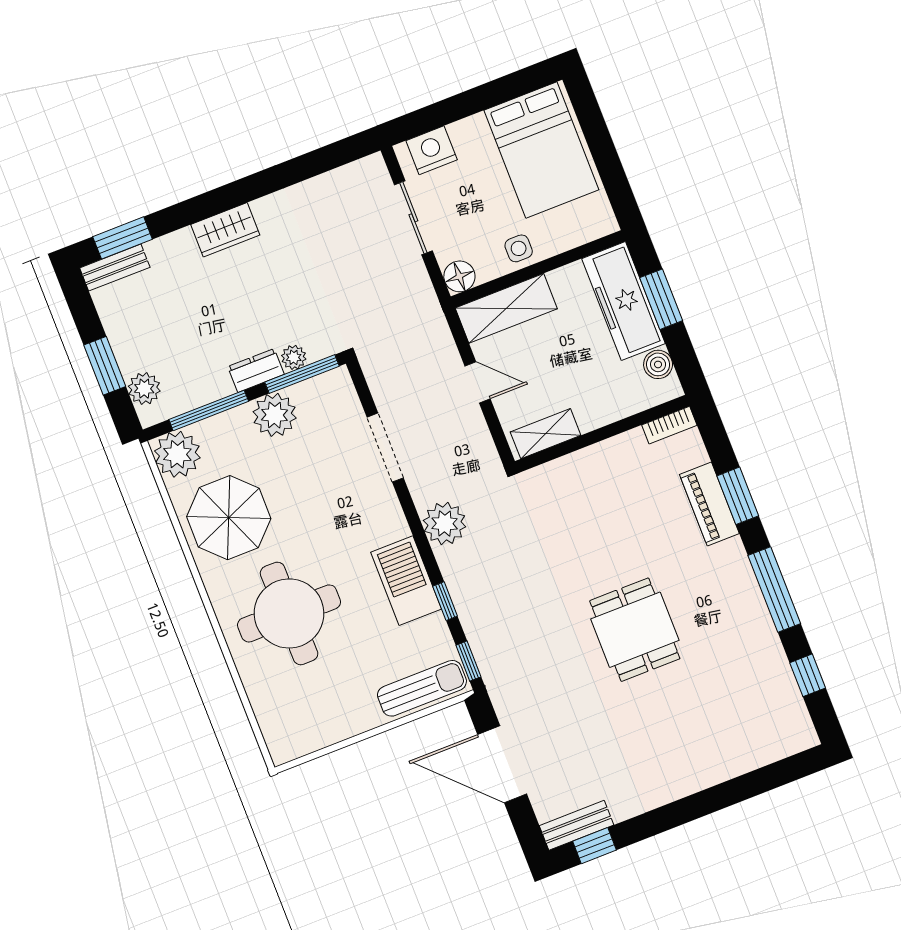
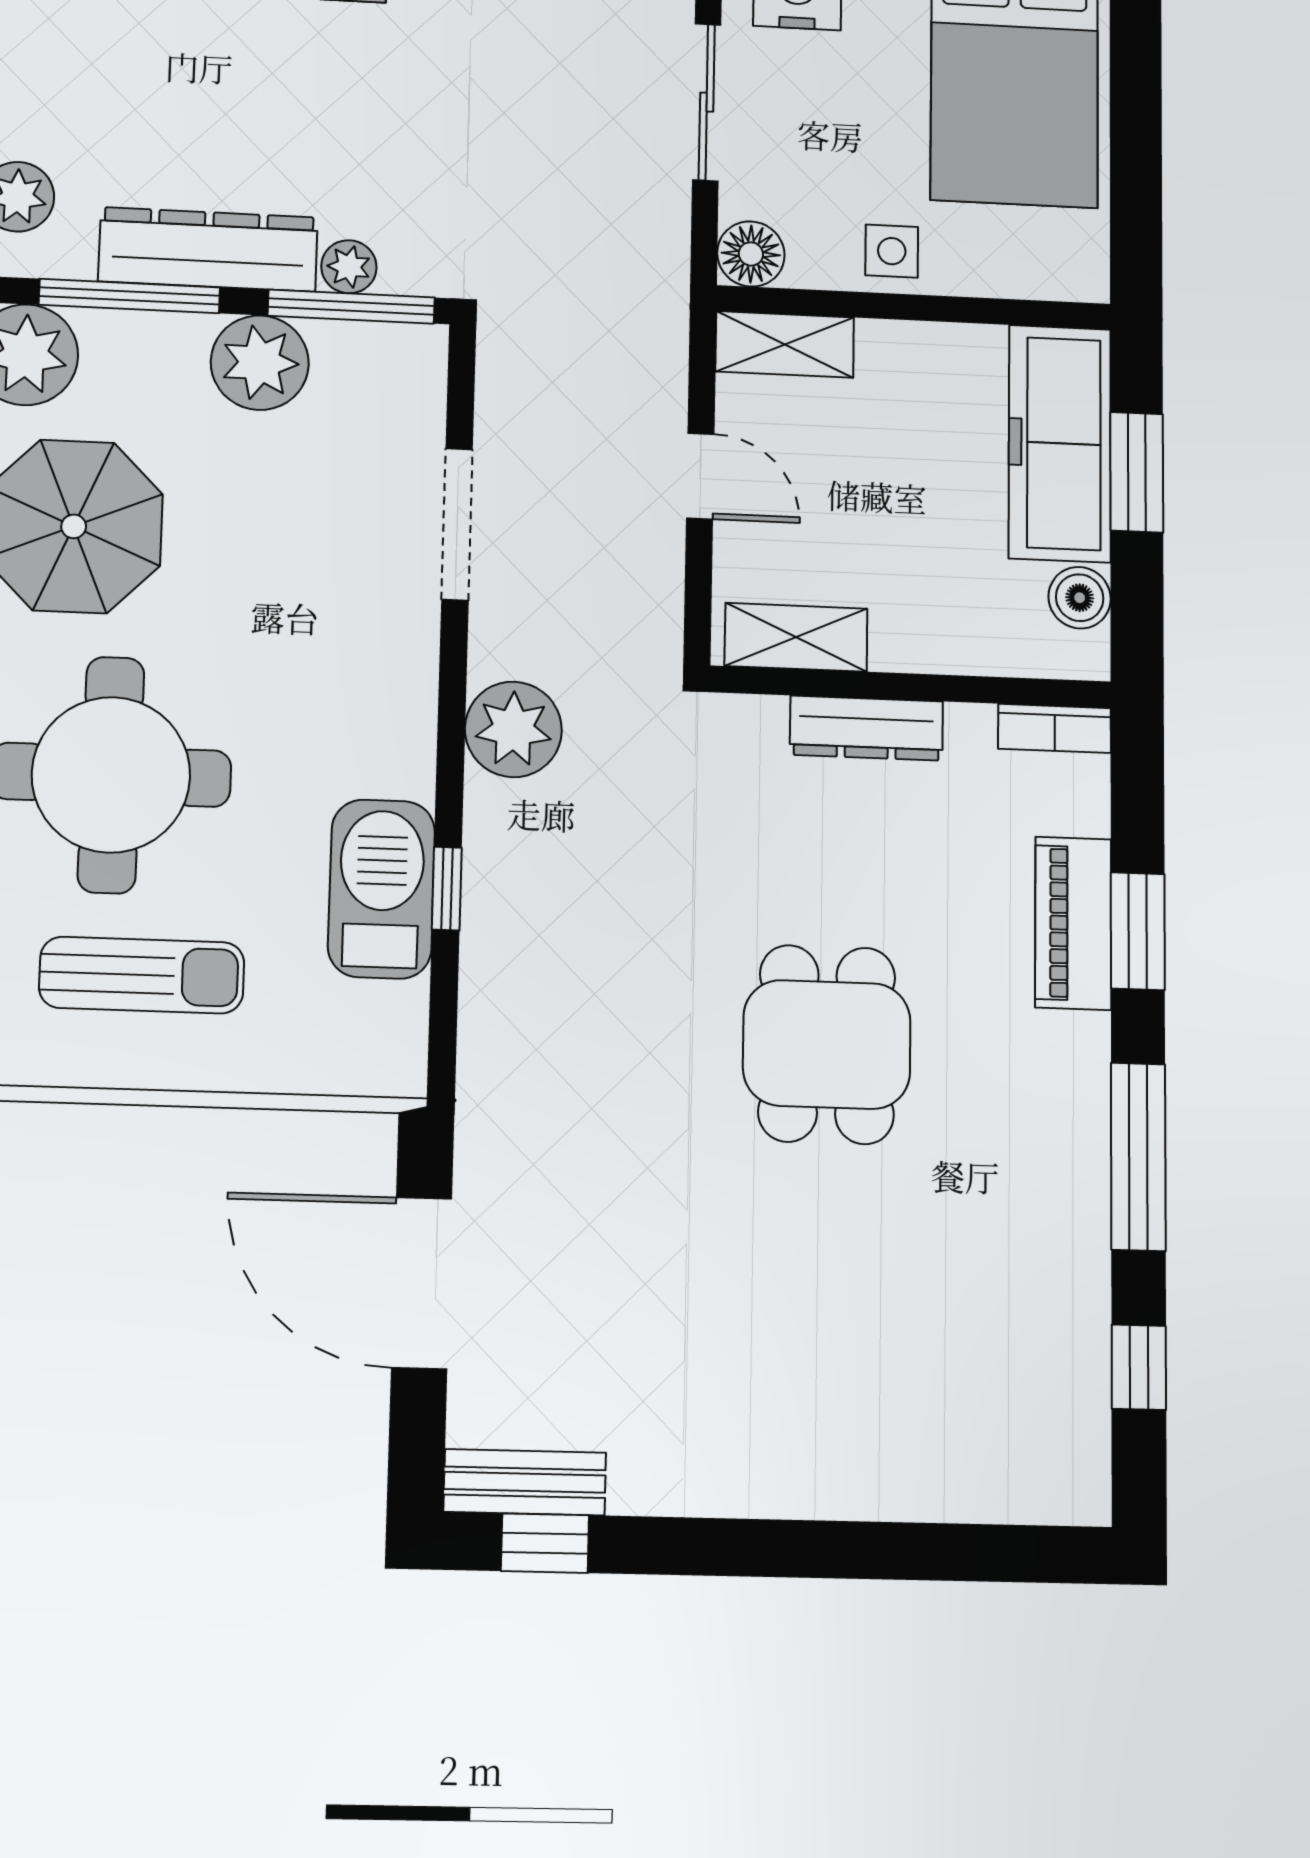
shelving: (506, 308) -> (785, 344), width x0.67, depth x0.75
dresser: (256, 370) -> (208, 249), width x1.96, depth x1.24
dresser: (591, 459) -> (866, 728), added
barbecue: (406, 581) -> (382, 889), moved
dining table: (635, 630) -> (827, 1044), moved
window: (468, 661) -> (443, 1034), removed
sun lounger: (422, 688) -> (142, 975), moved

